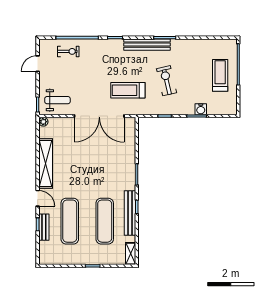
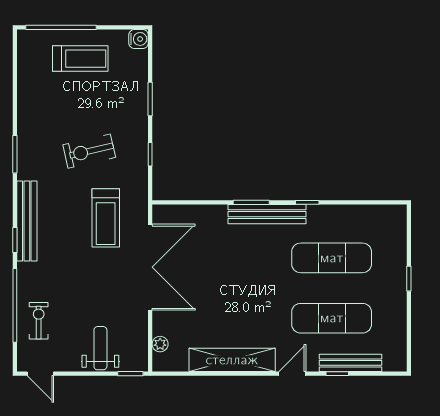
bench: (147, 45) -> (27, 221), moved
door: (38, 64) -> (40, 374), moved
treadmill: (220, 75) -> (80, 59), turned 180
weight bench: (57, 100) -> (100, 348), moved
water cooler: (201, 109) -> (139, 39), moved
plant: (43, 122) -> (160, 344), moved
bench: (130, 213) -> (267, 214), moved
bench: (44, 227) -> (350, 363), width x1.36
shelving: (131, 254) -> (388, 213), removed

